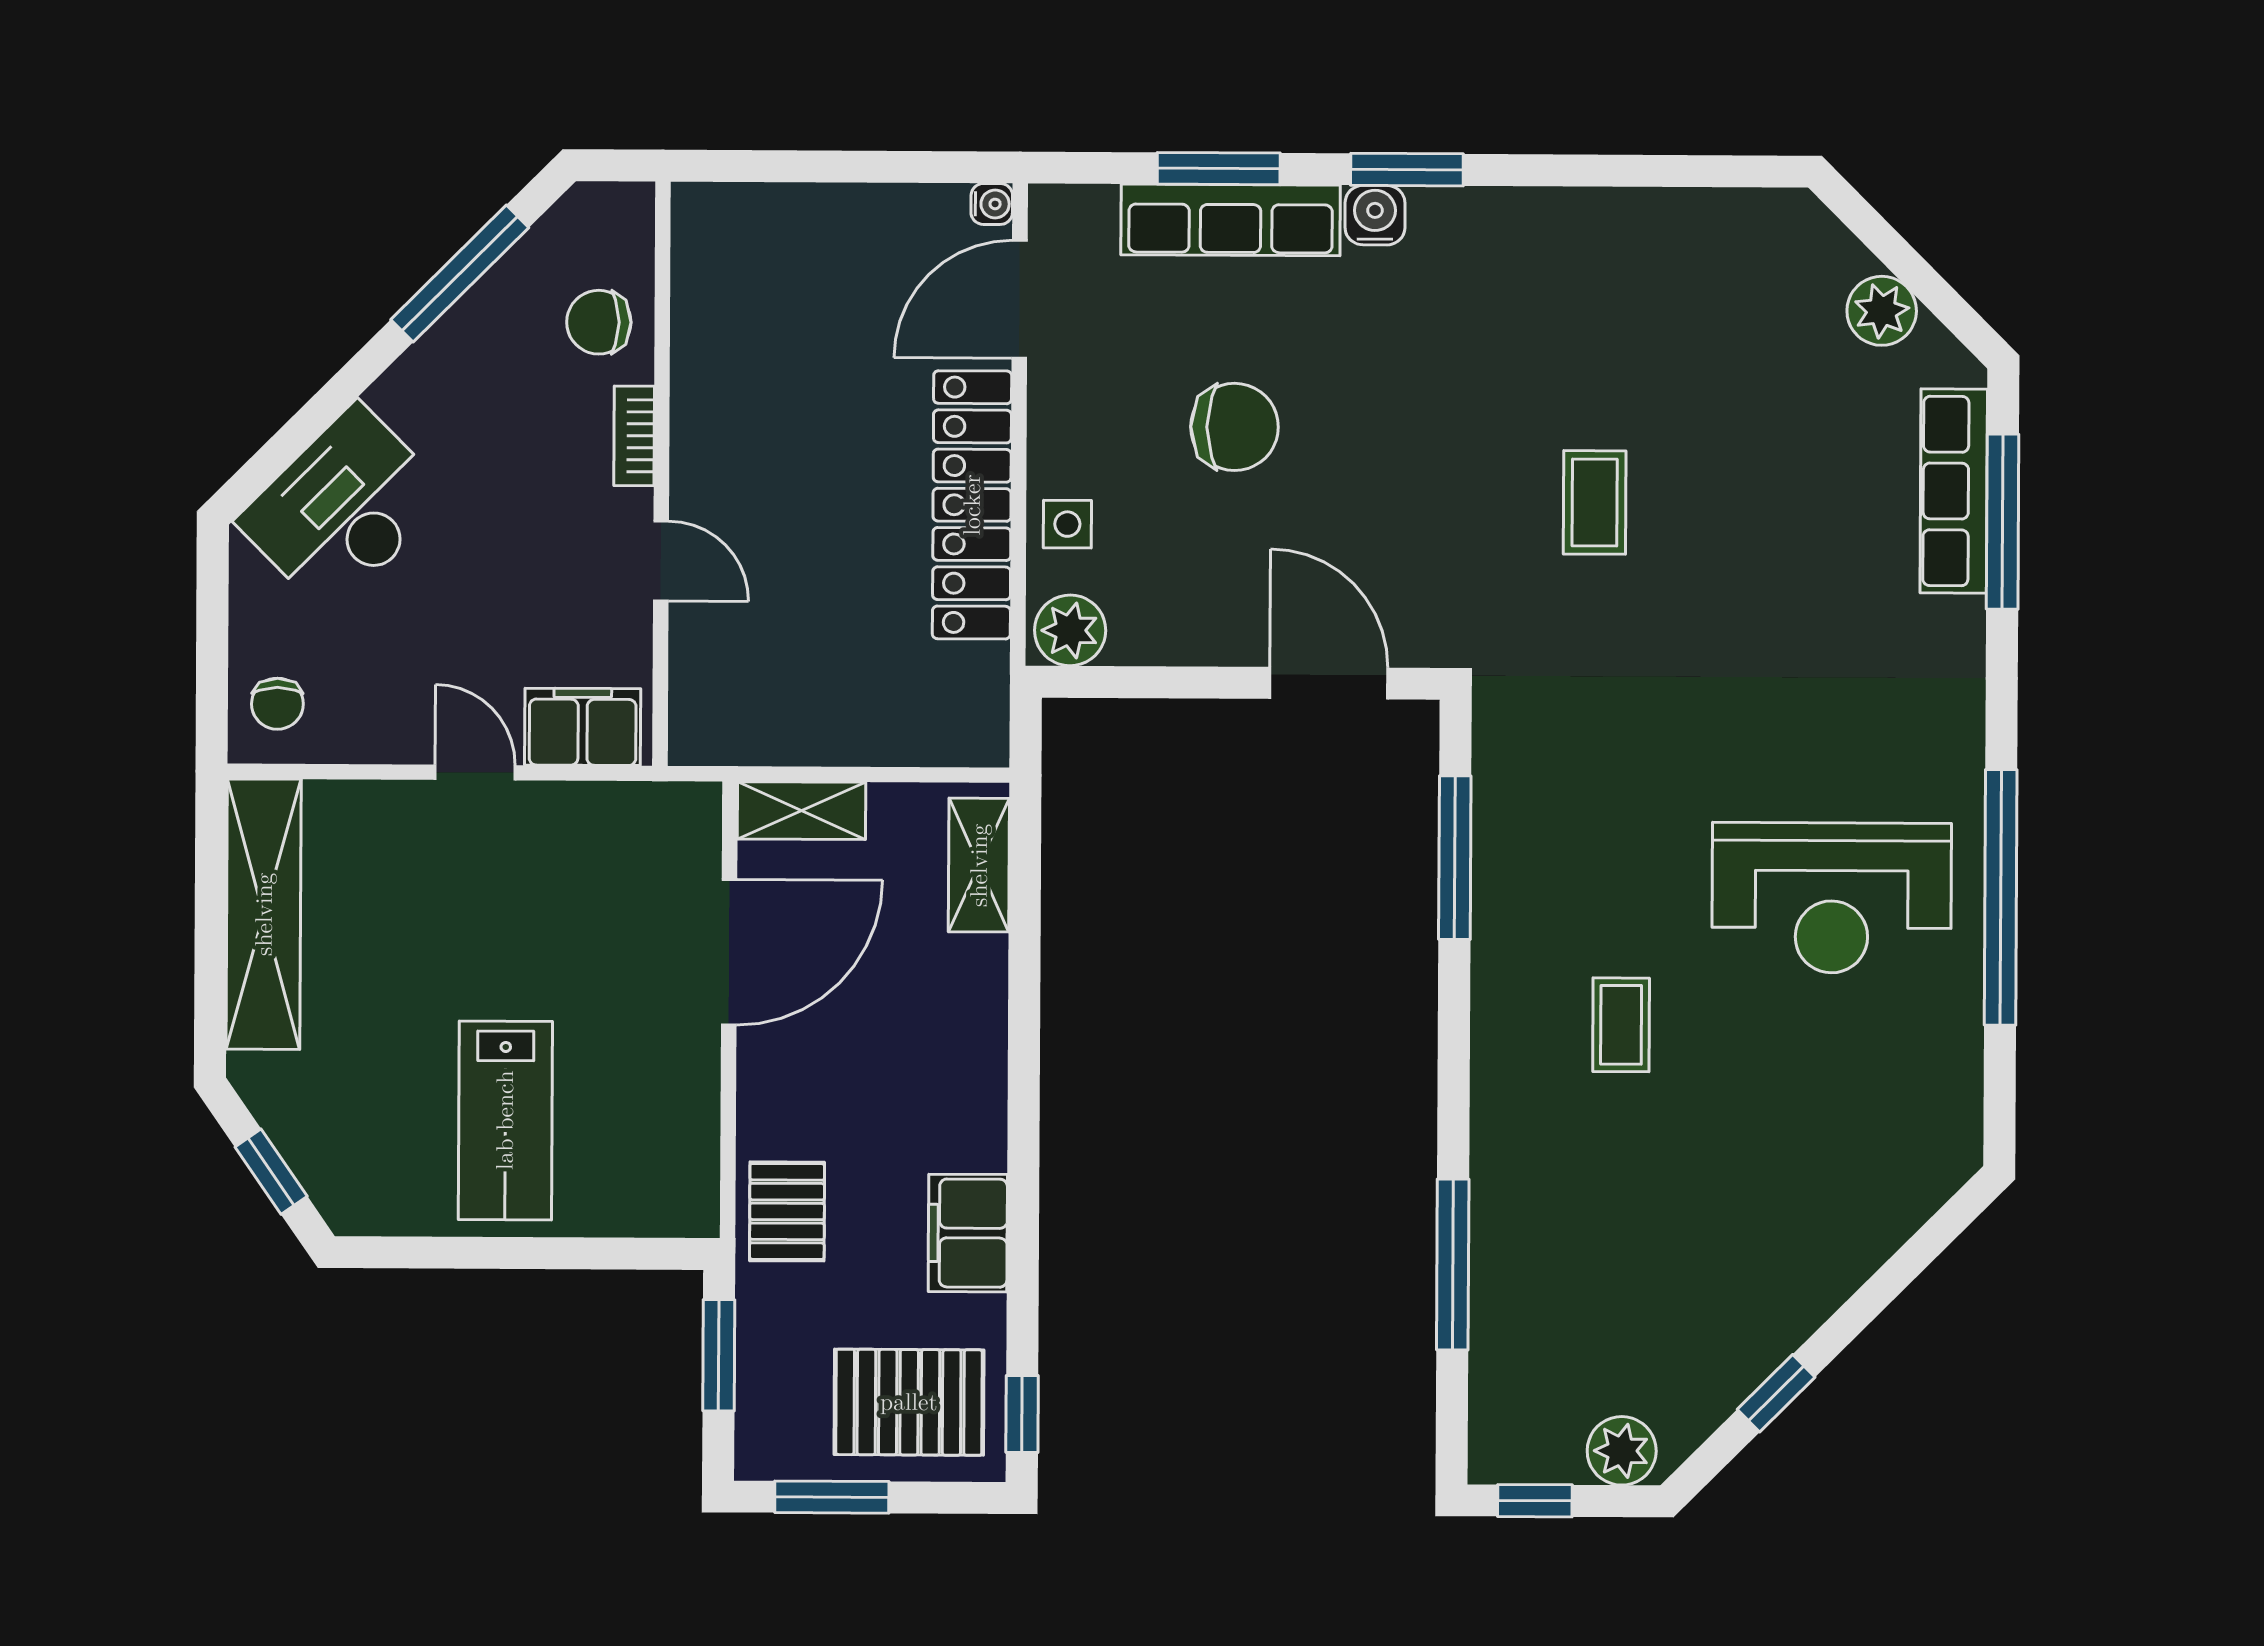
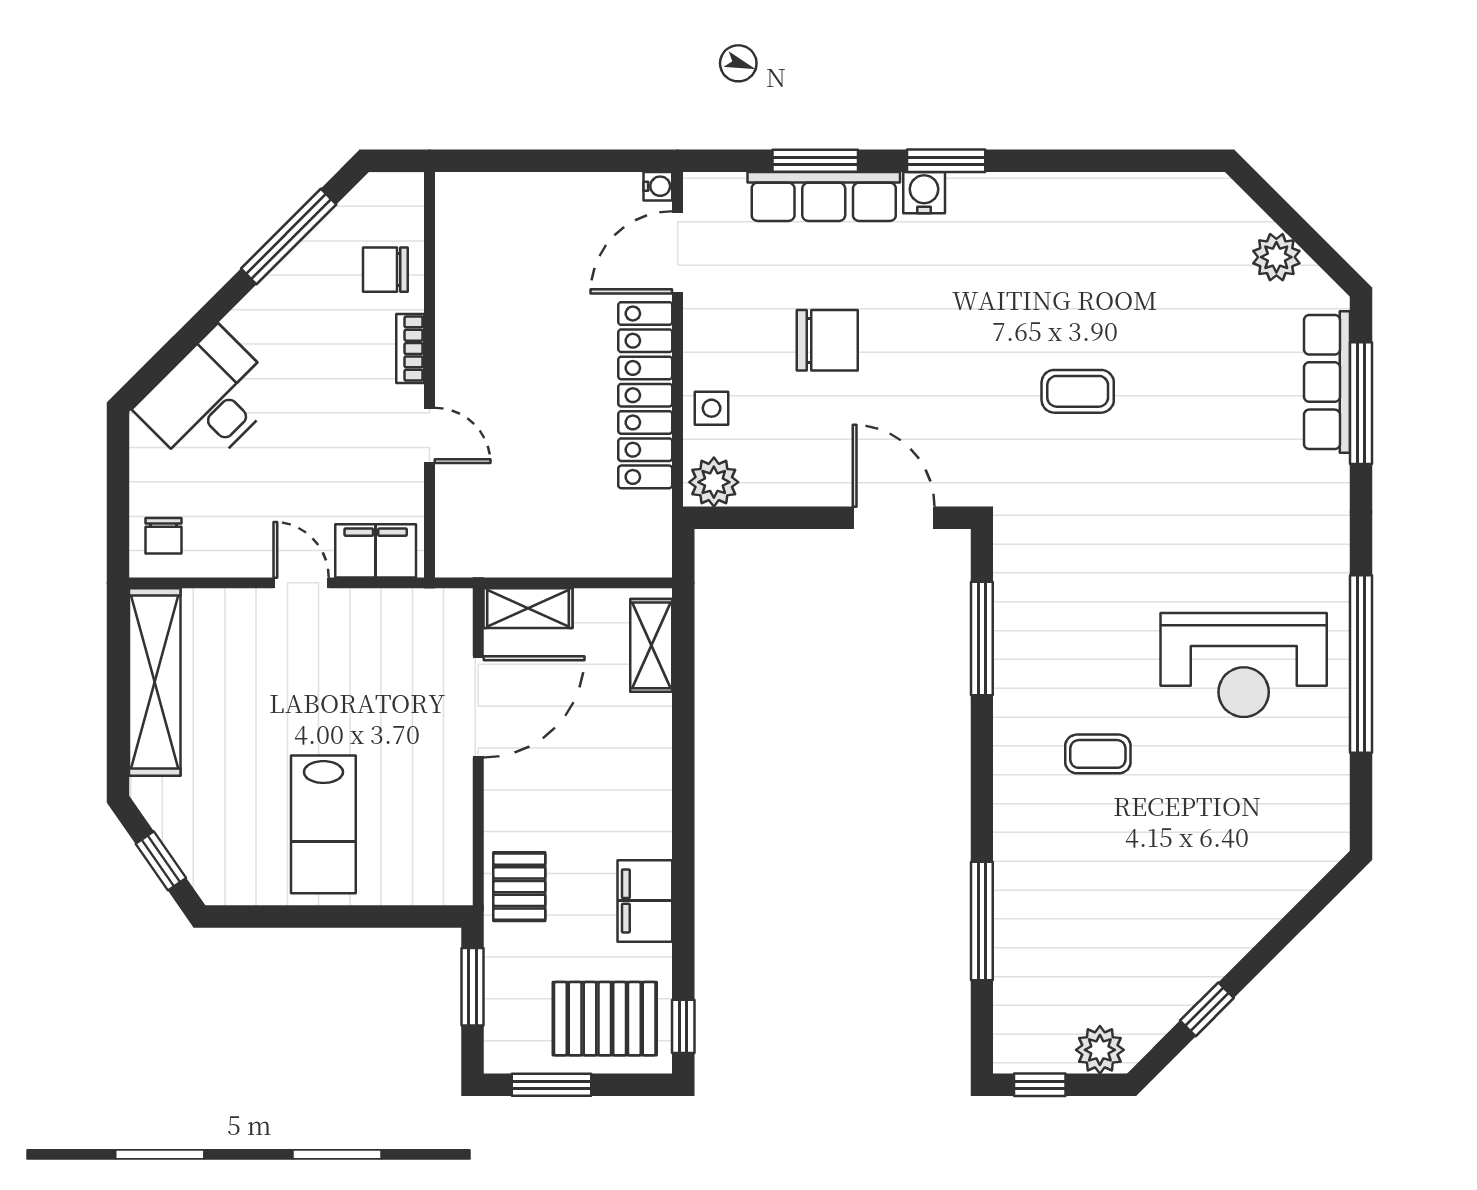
coffee table: (1595, 502) -> (1078, 391), turned 90
coffee table: (1621, 1025) -> (1098, 754), turned 90

